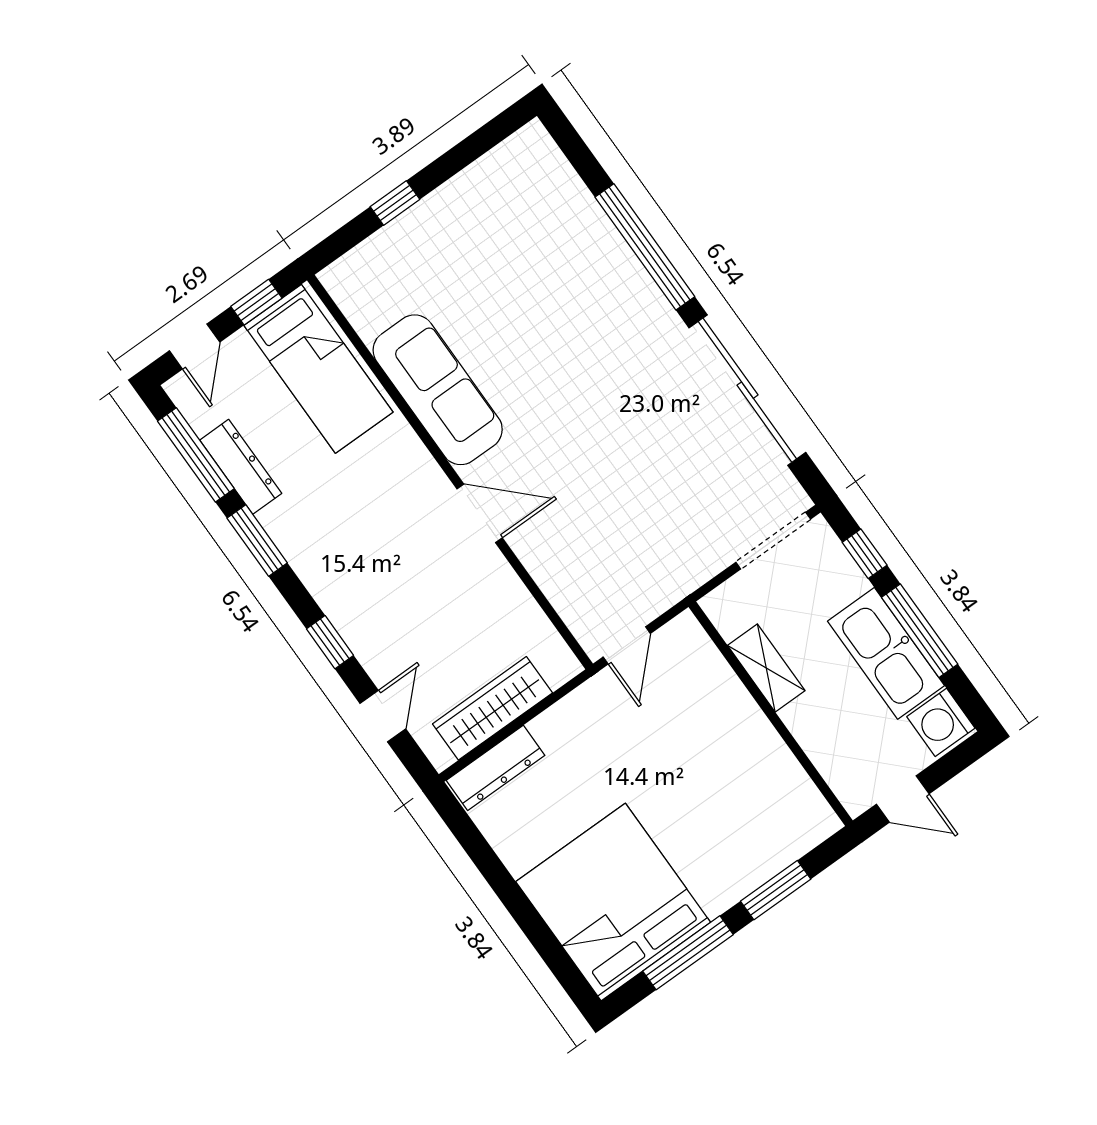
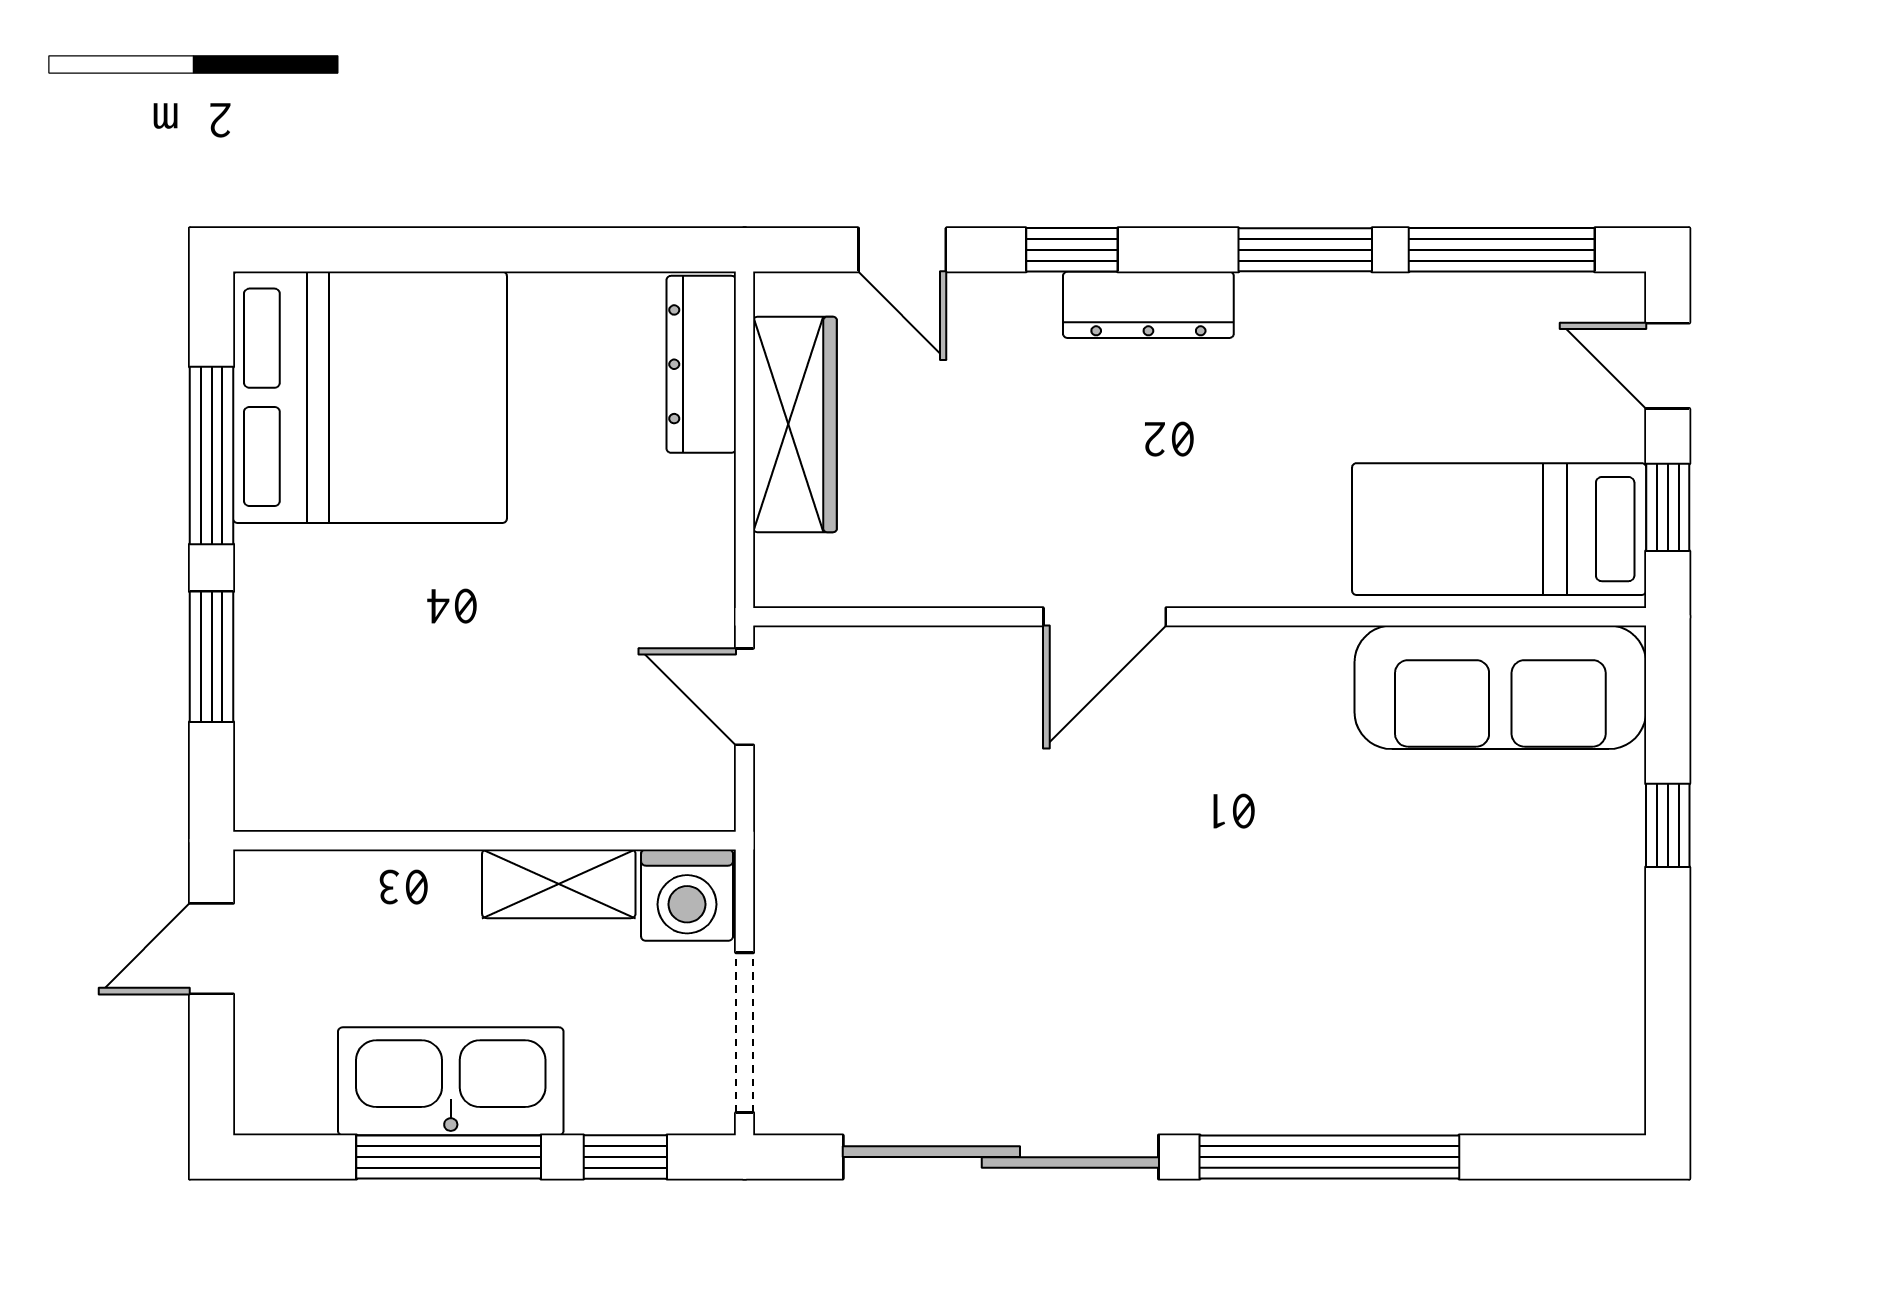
sofa: (438, 390) -> (1500, 687), moved
dresser: (241, 467) -> (1148, 305), moved
washing machine: (941, 722) -> (687, 895), moved, turned 180

